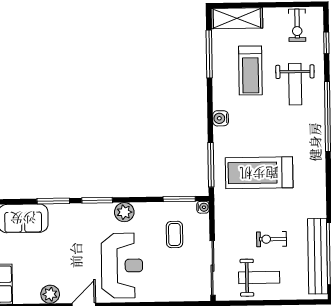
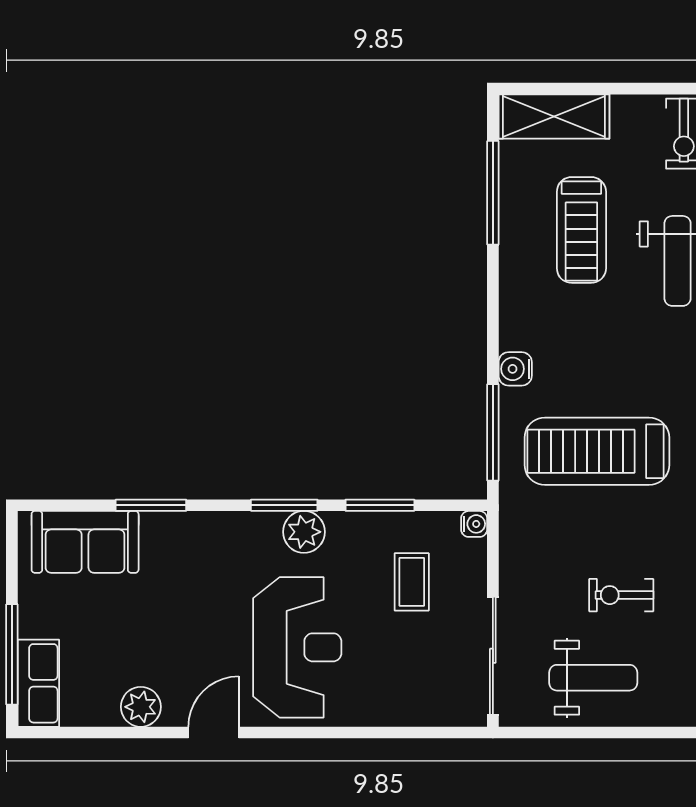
water cooler: (221, 118) -> (515, 369), moved
window: (179, 199) -> (380, 505), moved
window: (97, 200) -> (284, 505), moved

